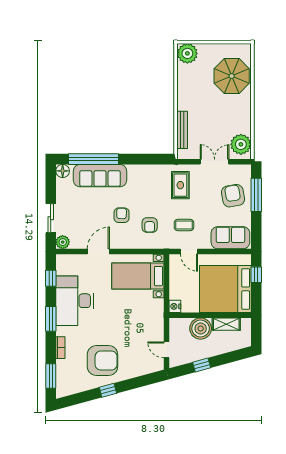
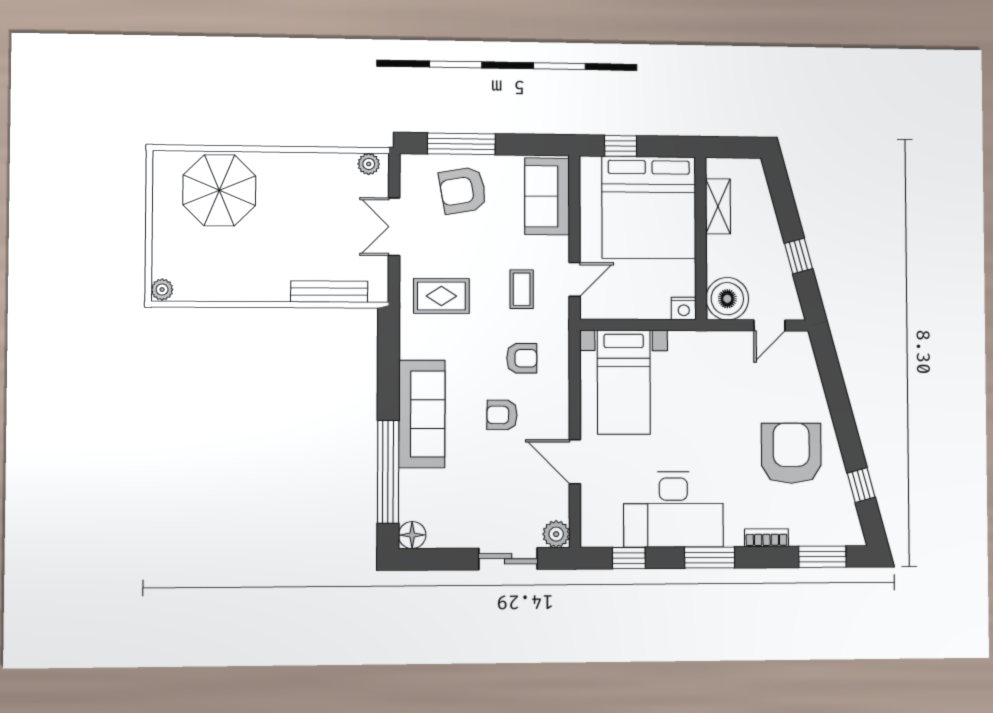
plant: (187, 53) -> (162, 290), width x0.53, depth x0.53
plant: (241, 144) -> (369, 164), width x0.53, depth x0.53
sofa: (100, 176) -> (422, 414), moved
boiler: (201, 329) -> (727, 299), moved
window: (108, 390) -> (861, 485), moved

